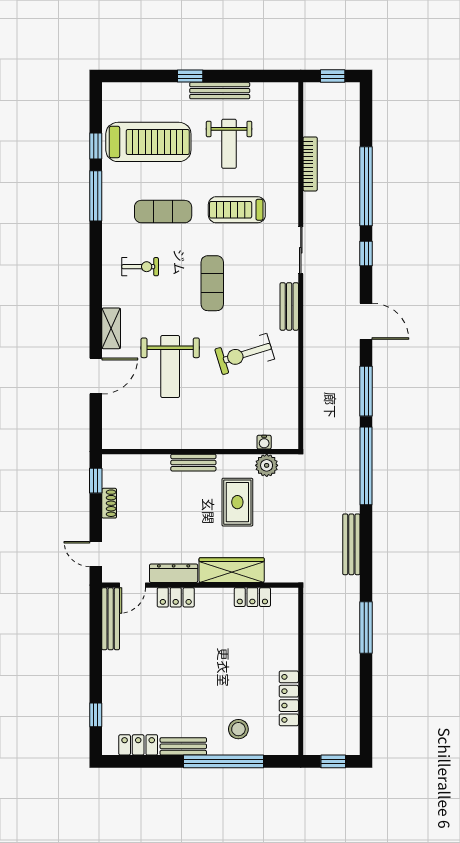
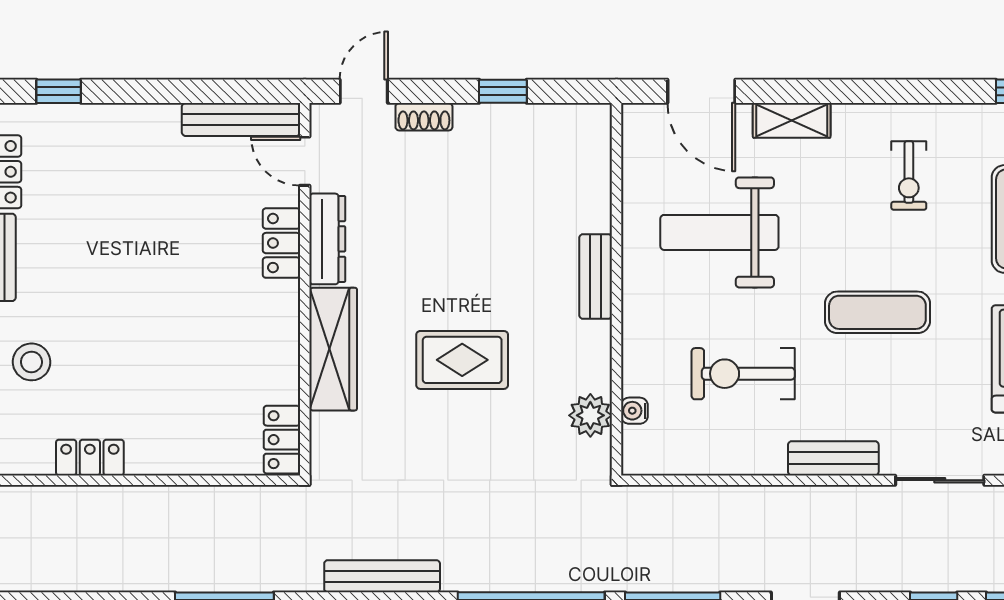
exercise bike: (245, 354) -> (743, 374), turned -73
water cooler: (264, 442) -> (634, 411), moved
wall: (200, 452) -> (616, 289), moved
bench: (193, 463) -> (596, 276), moved
plant: (267, 465) -> (590, 415), moved
shoe rack: (109, 503) -> (424, 117), moved
locker: (252, 597) -> (282, 440), moved
locker: (289, 698) -> (90, 458), width x0.66

